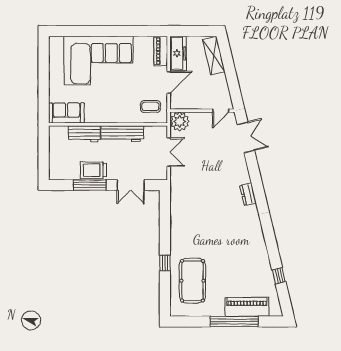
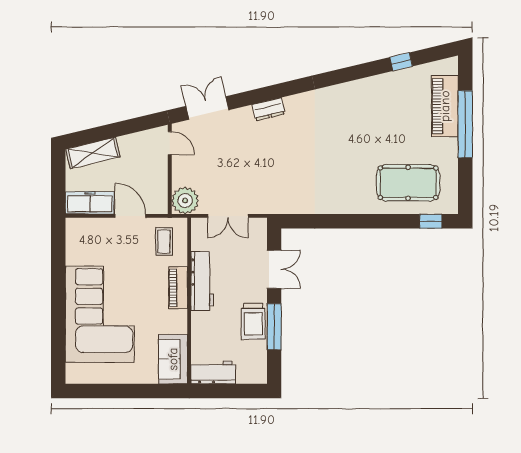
piano: (161, 51) -> (178, 288), moved, turned 90
workbench: (84, 134) -> (213, 372), moved, turned -90
double door: (169, 152) -> (228, 216), swing flipped
dresser: (248, 194) -> (268, 109), moved
window: (165, 263) -> (431, 221), moved

